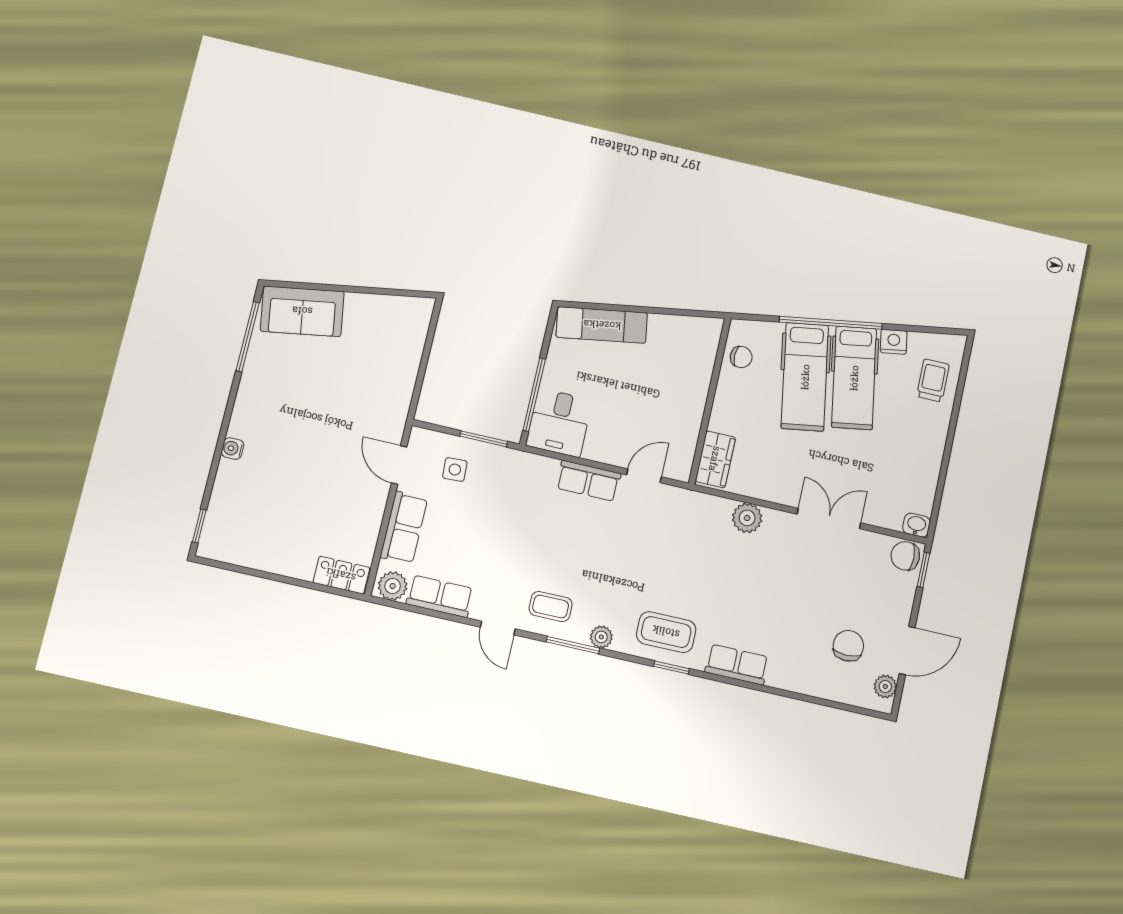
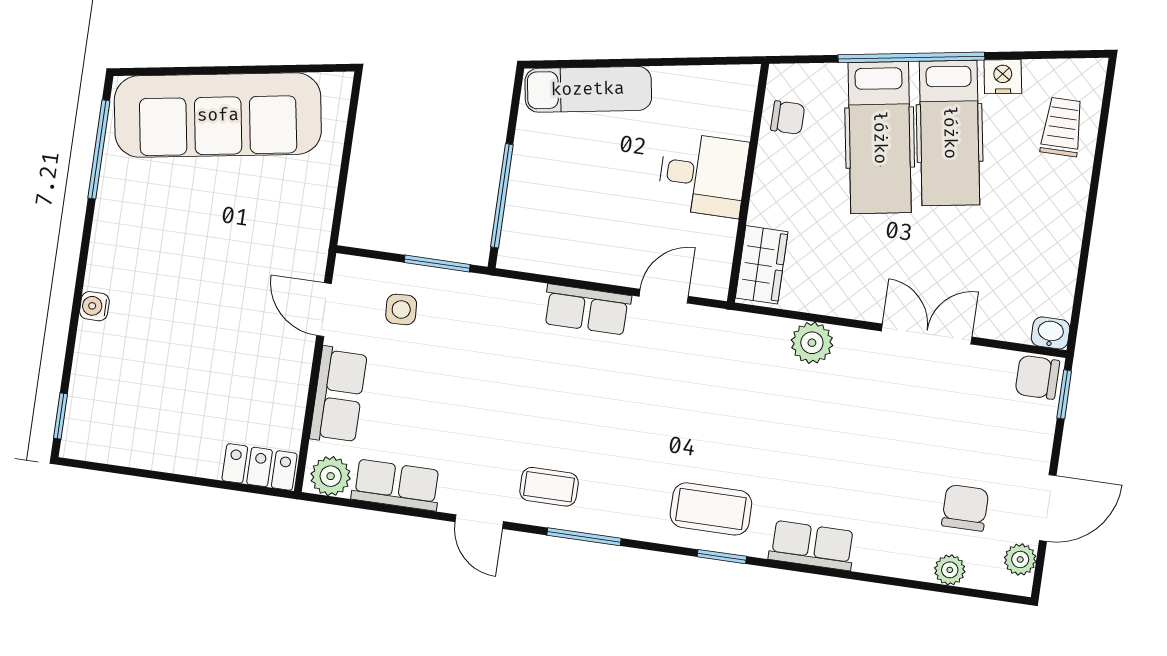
sofa: (302, 311) -> (218, 115), width x1.85, depth x1.27
desk: (559, 423) -> (703, 175), moved, turned -90
plant: (601, 637) -> (950, 570), moved

